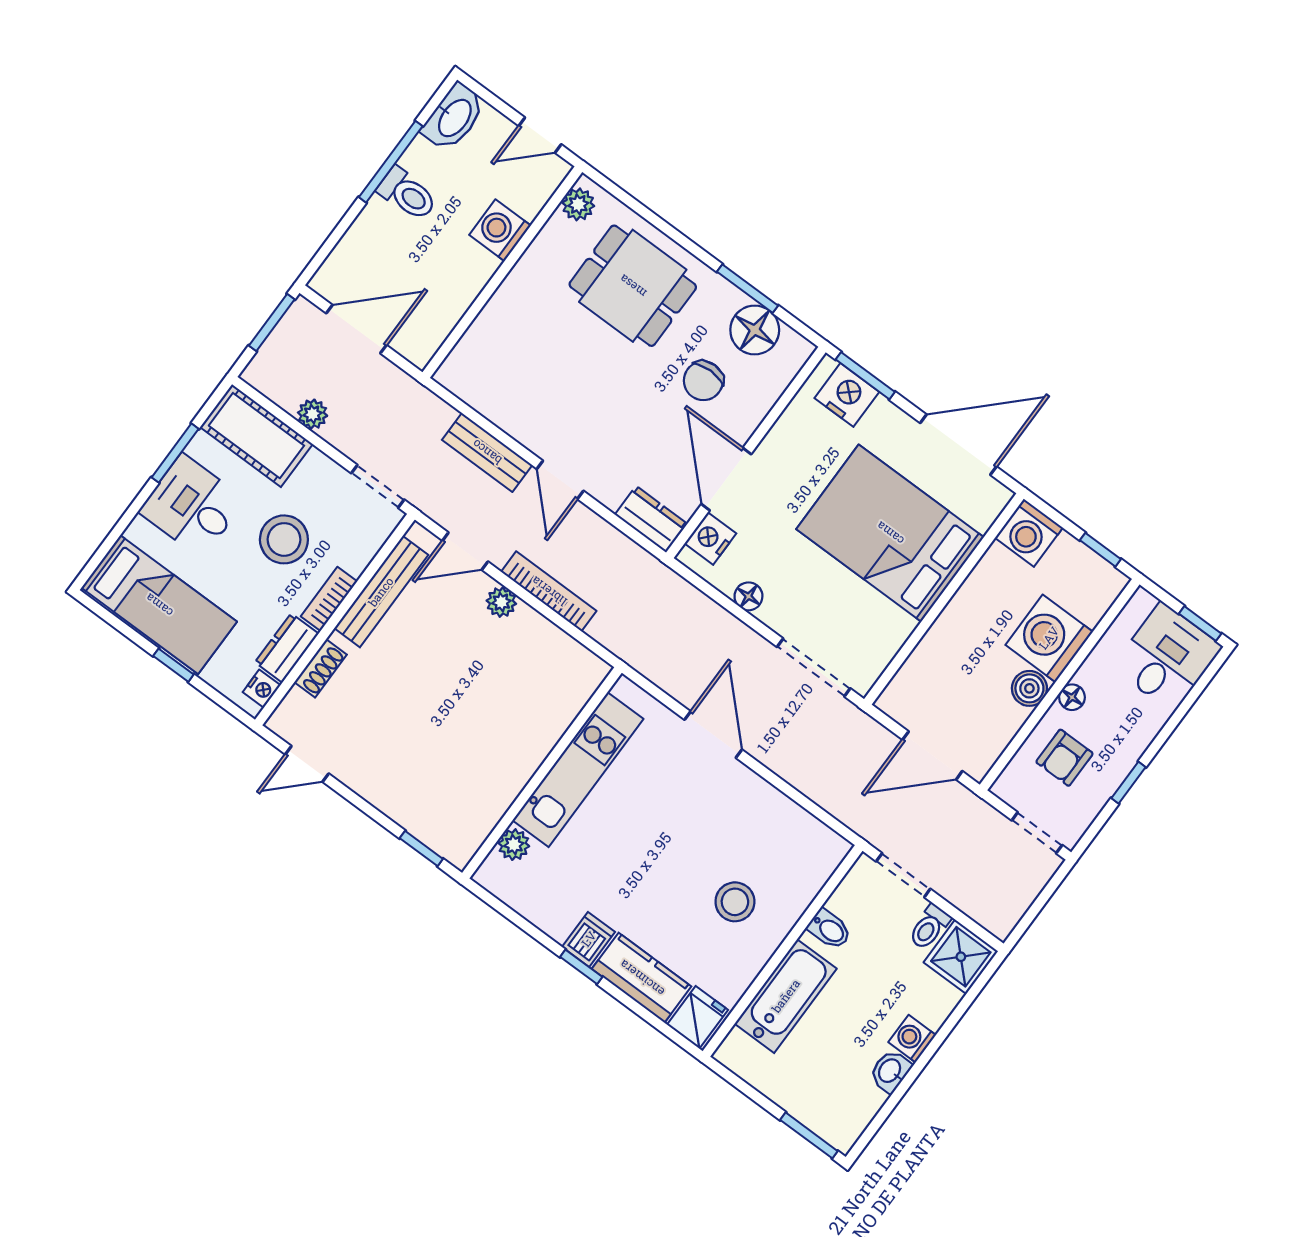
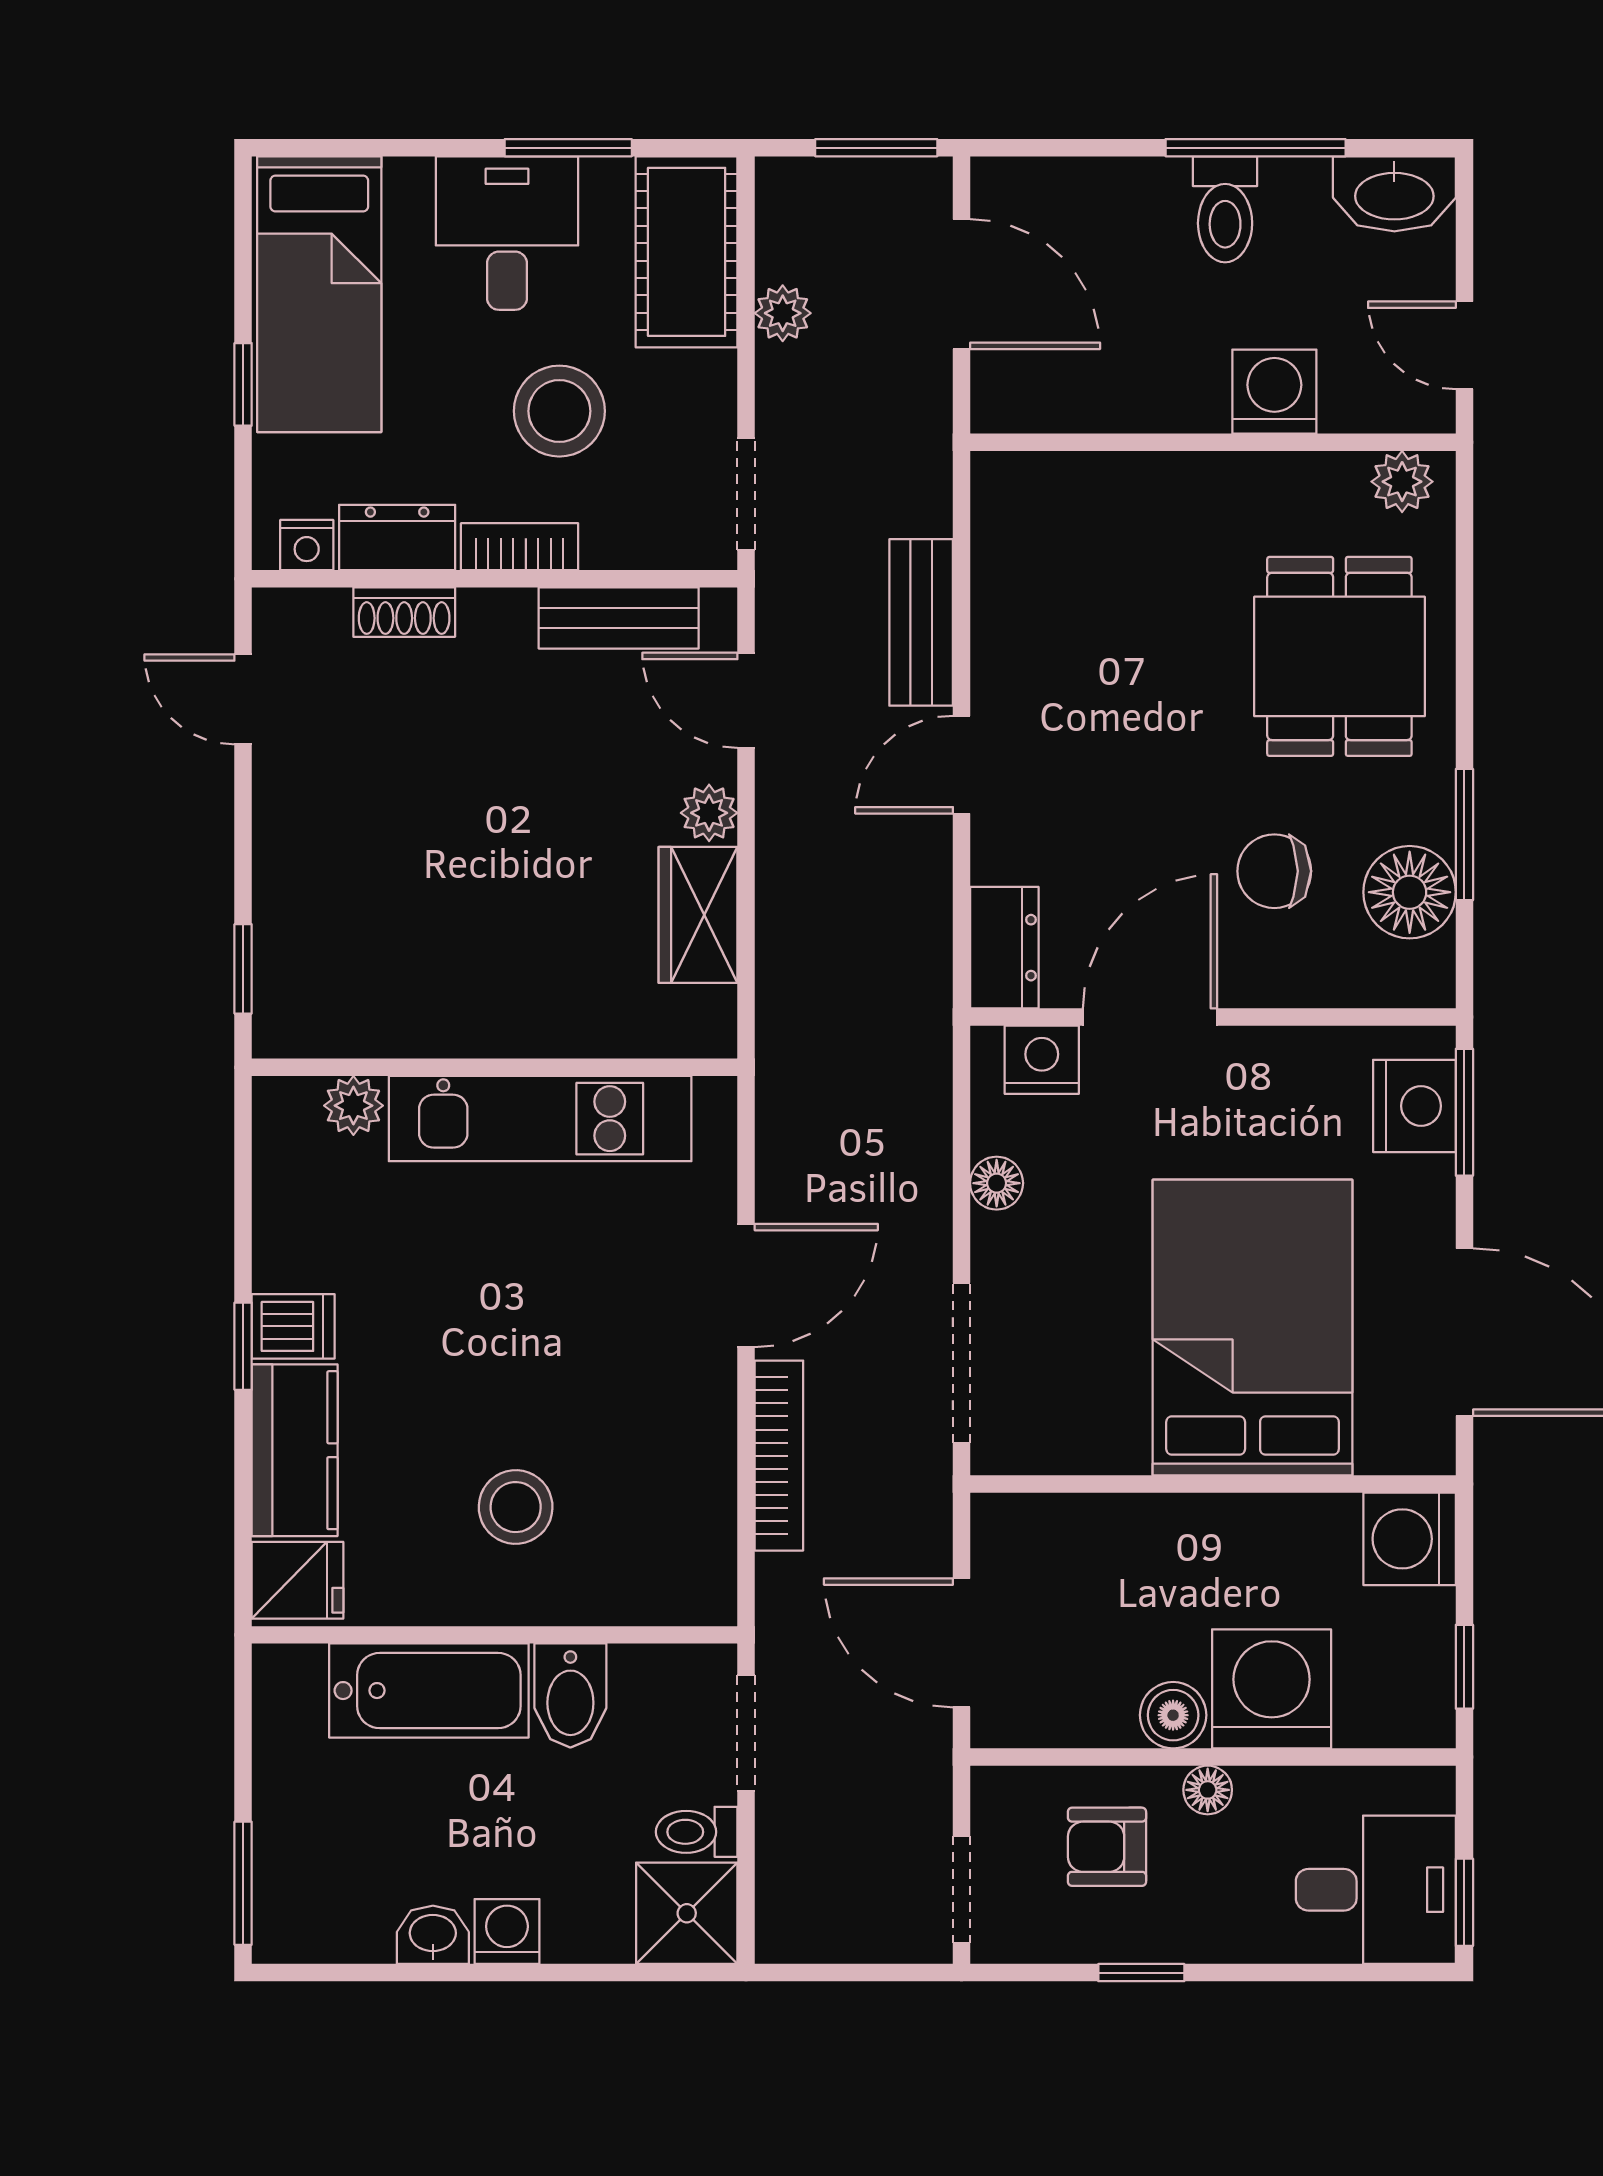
bookcase: (549, 591) -> (779, 1456), moved
bench: (381, 592) -> (619, 618), width x0.73
wardrobe: (541, 639) -> (698, 915), added
bidet: (829, 929) -> (570, 1696), width x1.38, depth x1.36

